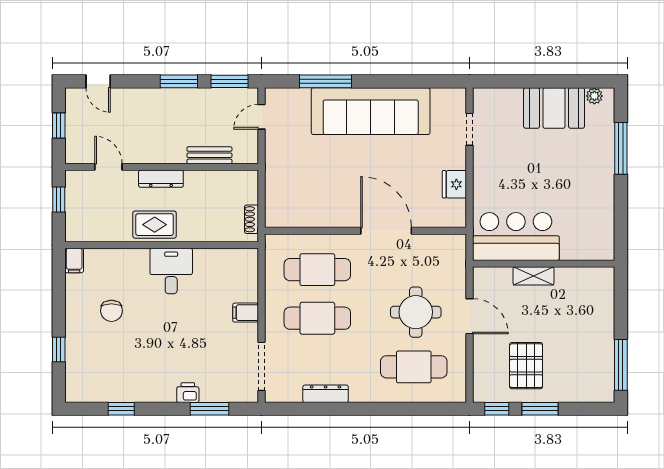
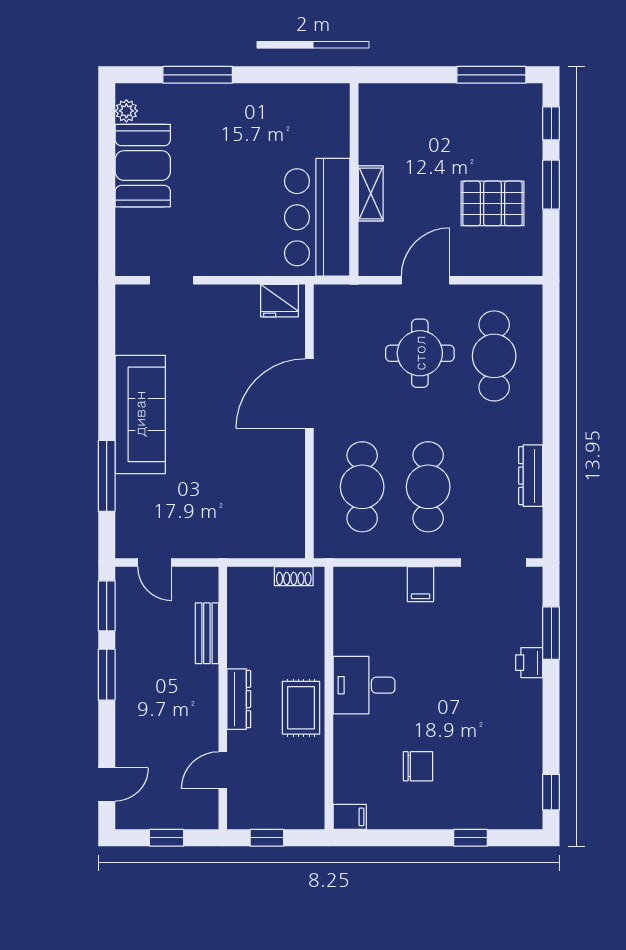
sofa: (371, 111) -> (140, 414), width x0.74, depth x0.79
fridge: (454, 184) -> (279, 301), moved
window: (121, 409) -> (551, 792), moved
window: (497, 409) -> (551, 123), moved

